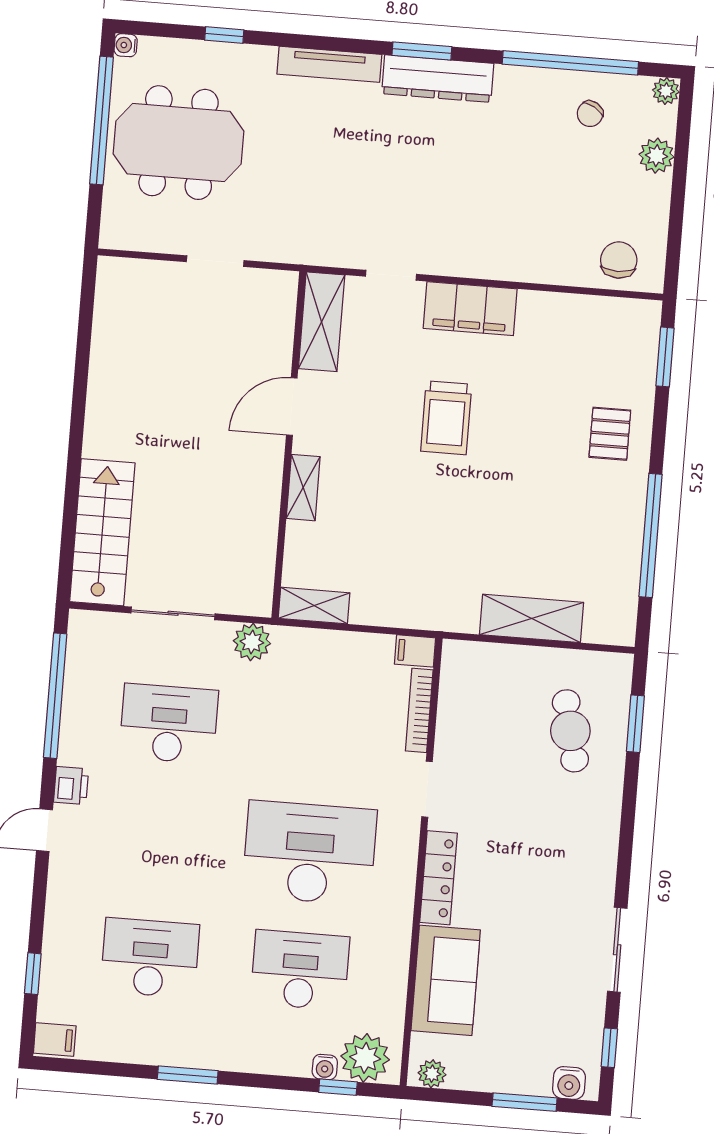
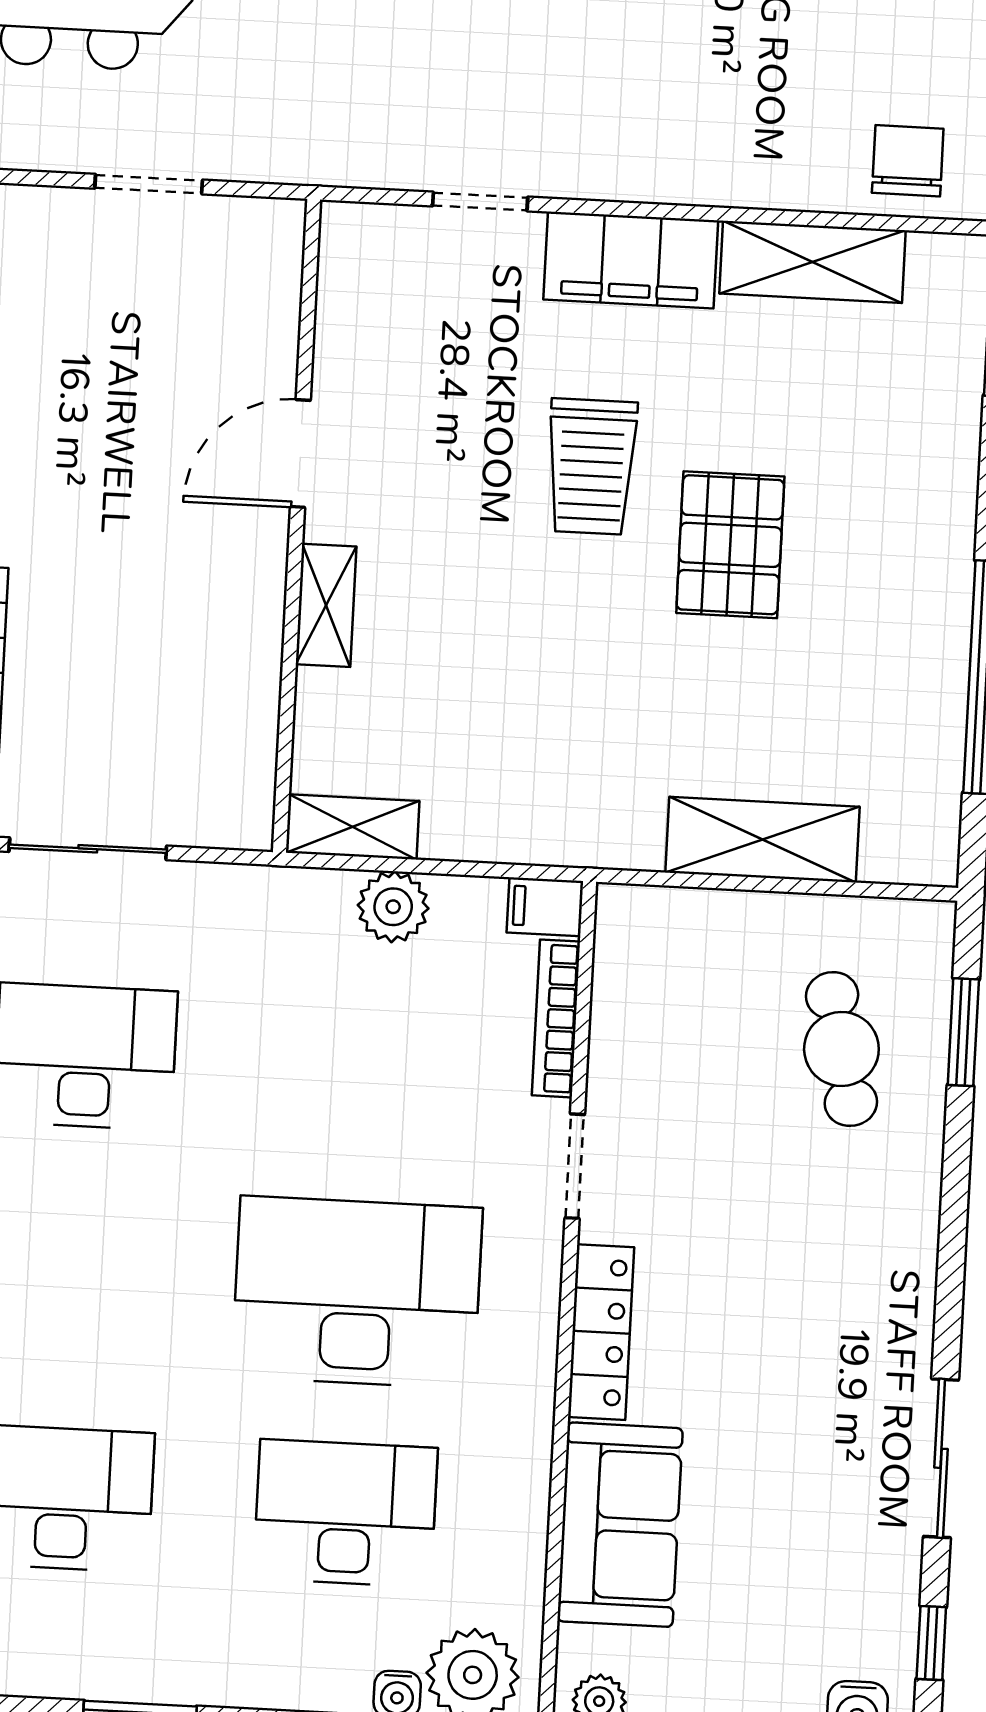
shelving: (322, 322) -> (812, 262), moved, turned 90
pallet: (610, 434) -> (730, 545), moved, width x1.50, depth x1.42
plant: (252, 642) -> (393, 907), moved

